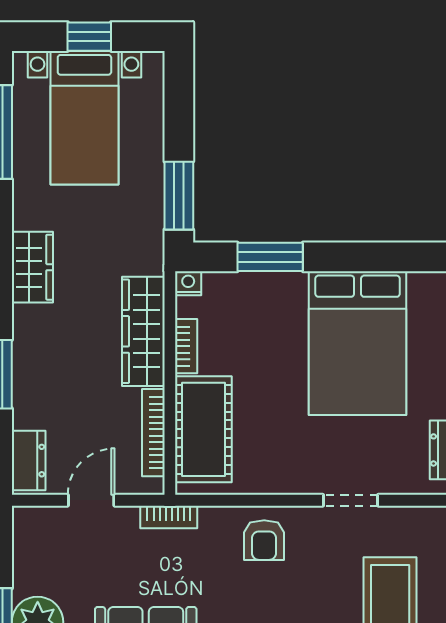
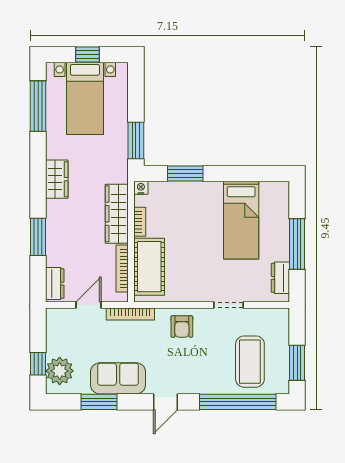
bed: (358, 343) -> (241, 220), width x0.67
bookcase: (169, 517) -> (130, 314), width x1.56

